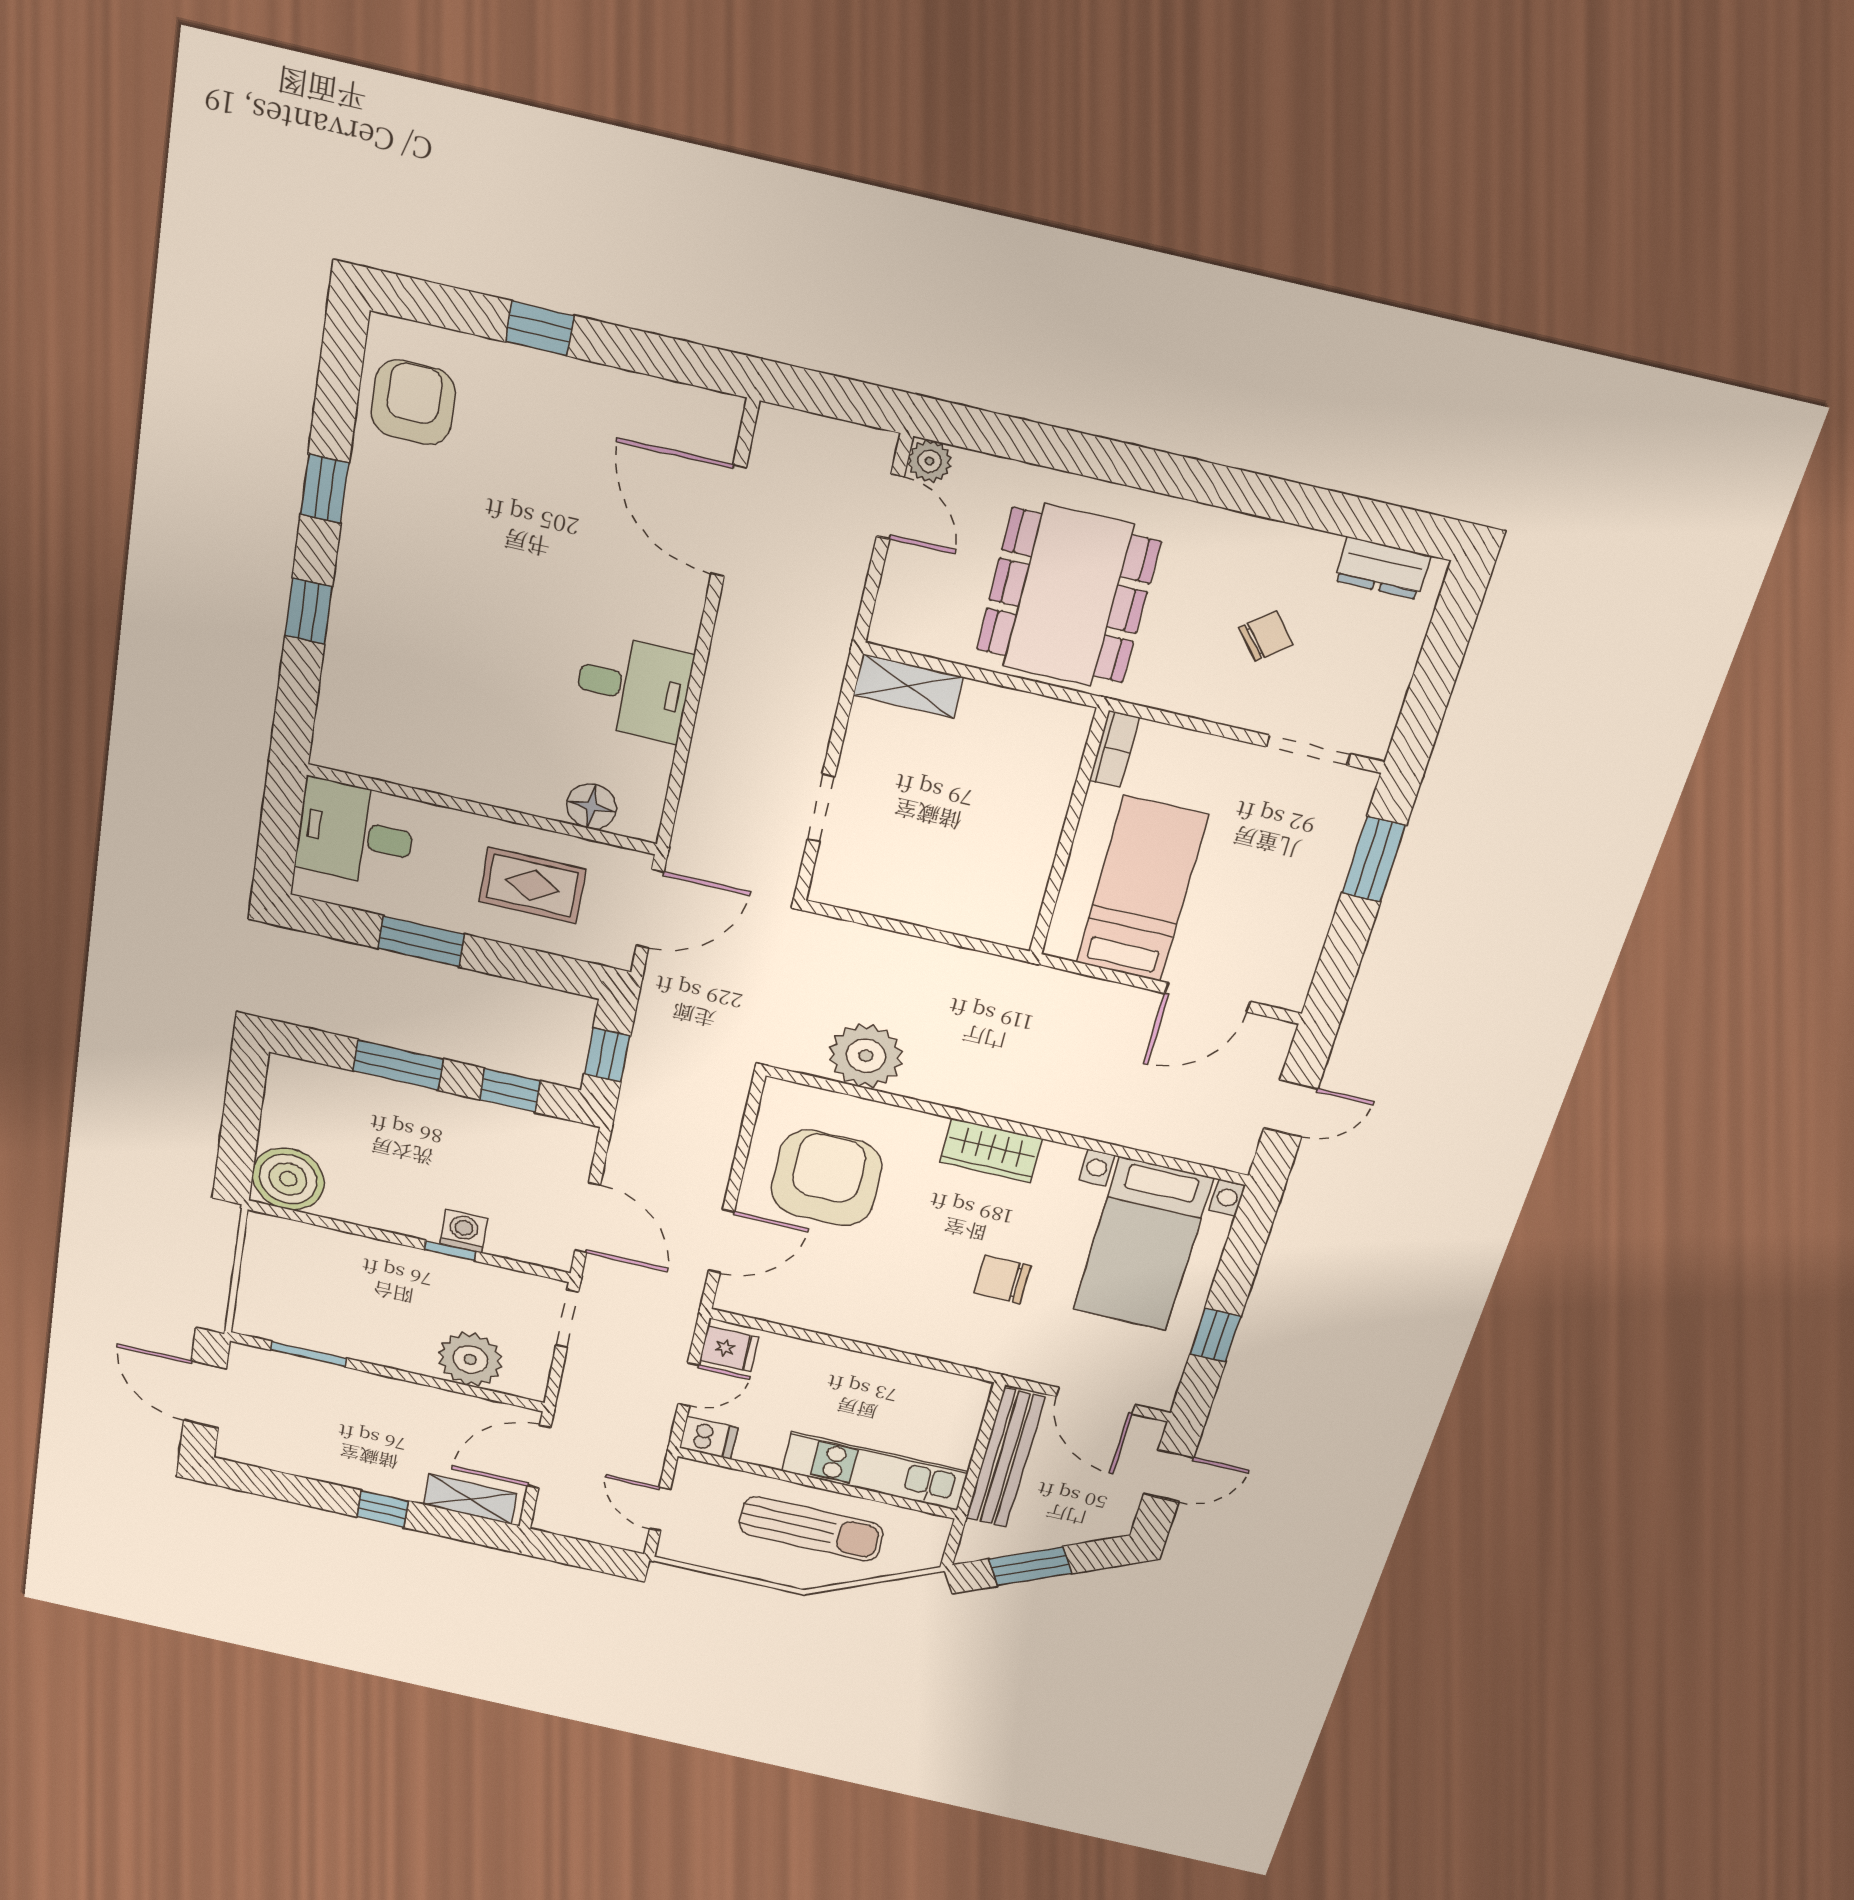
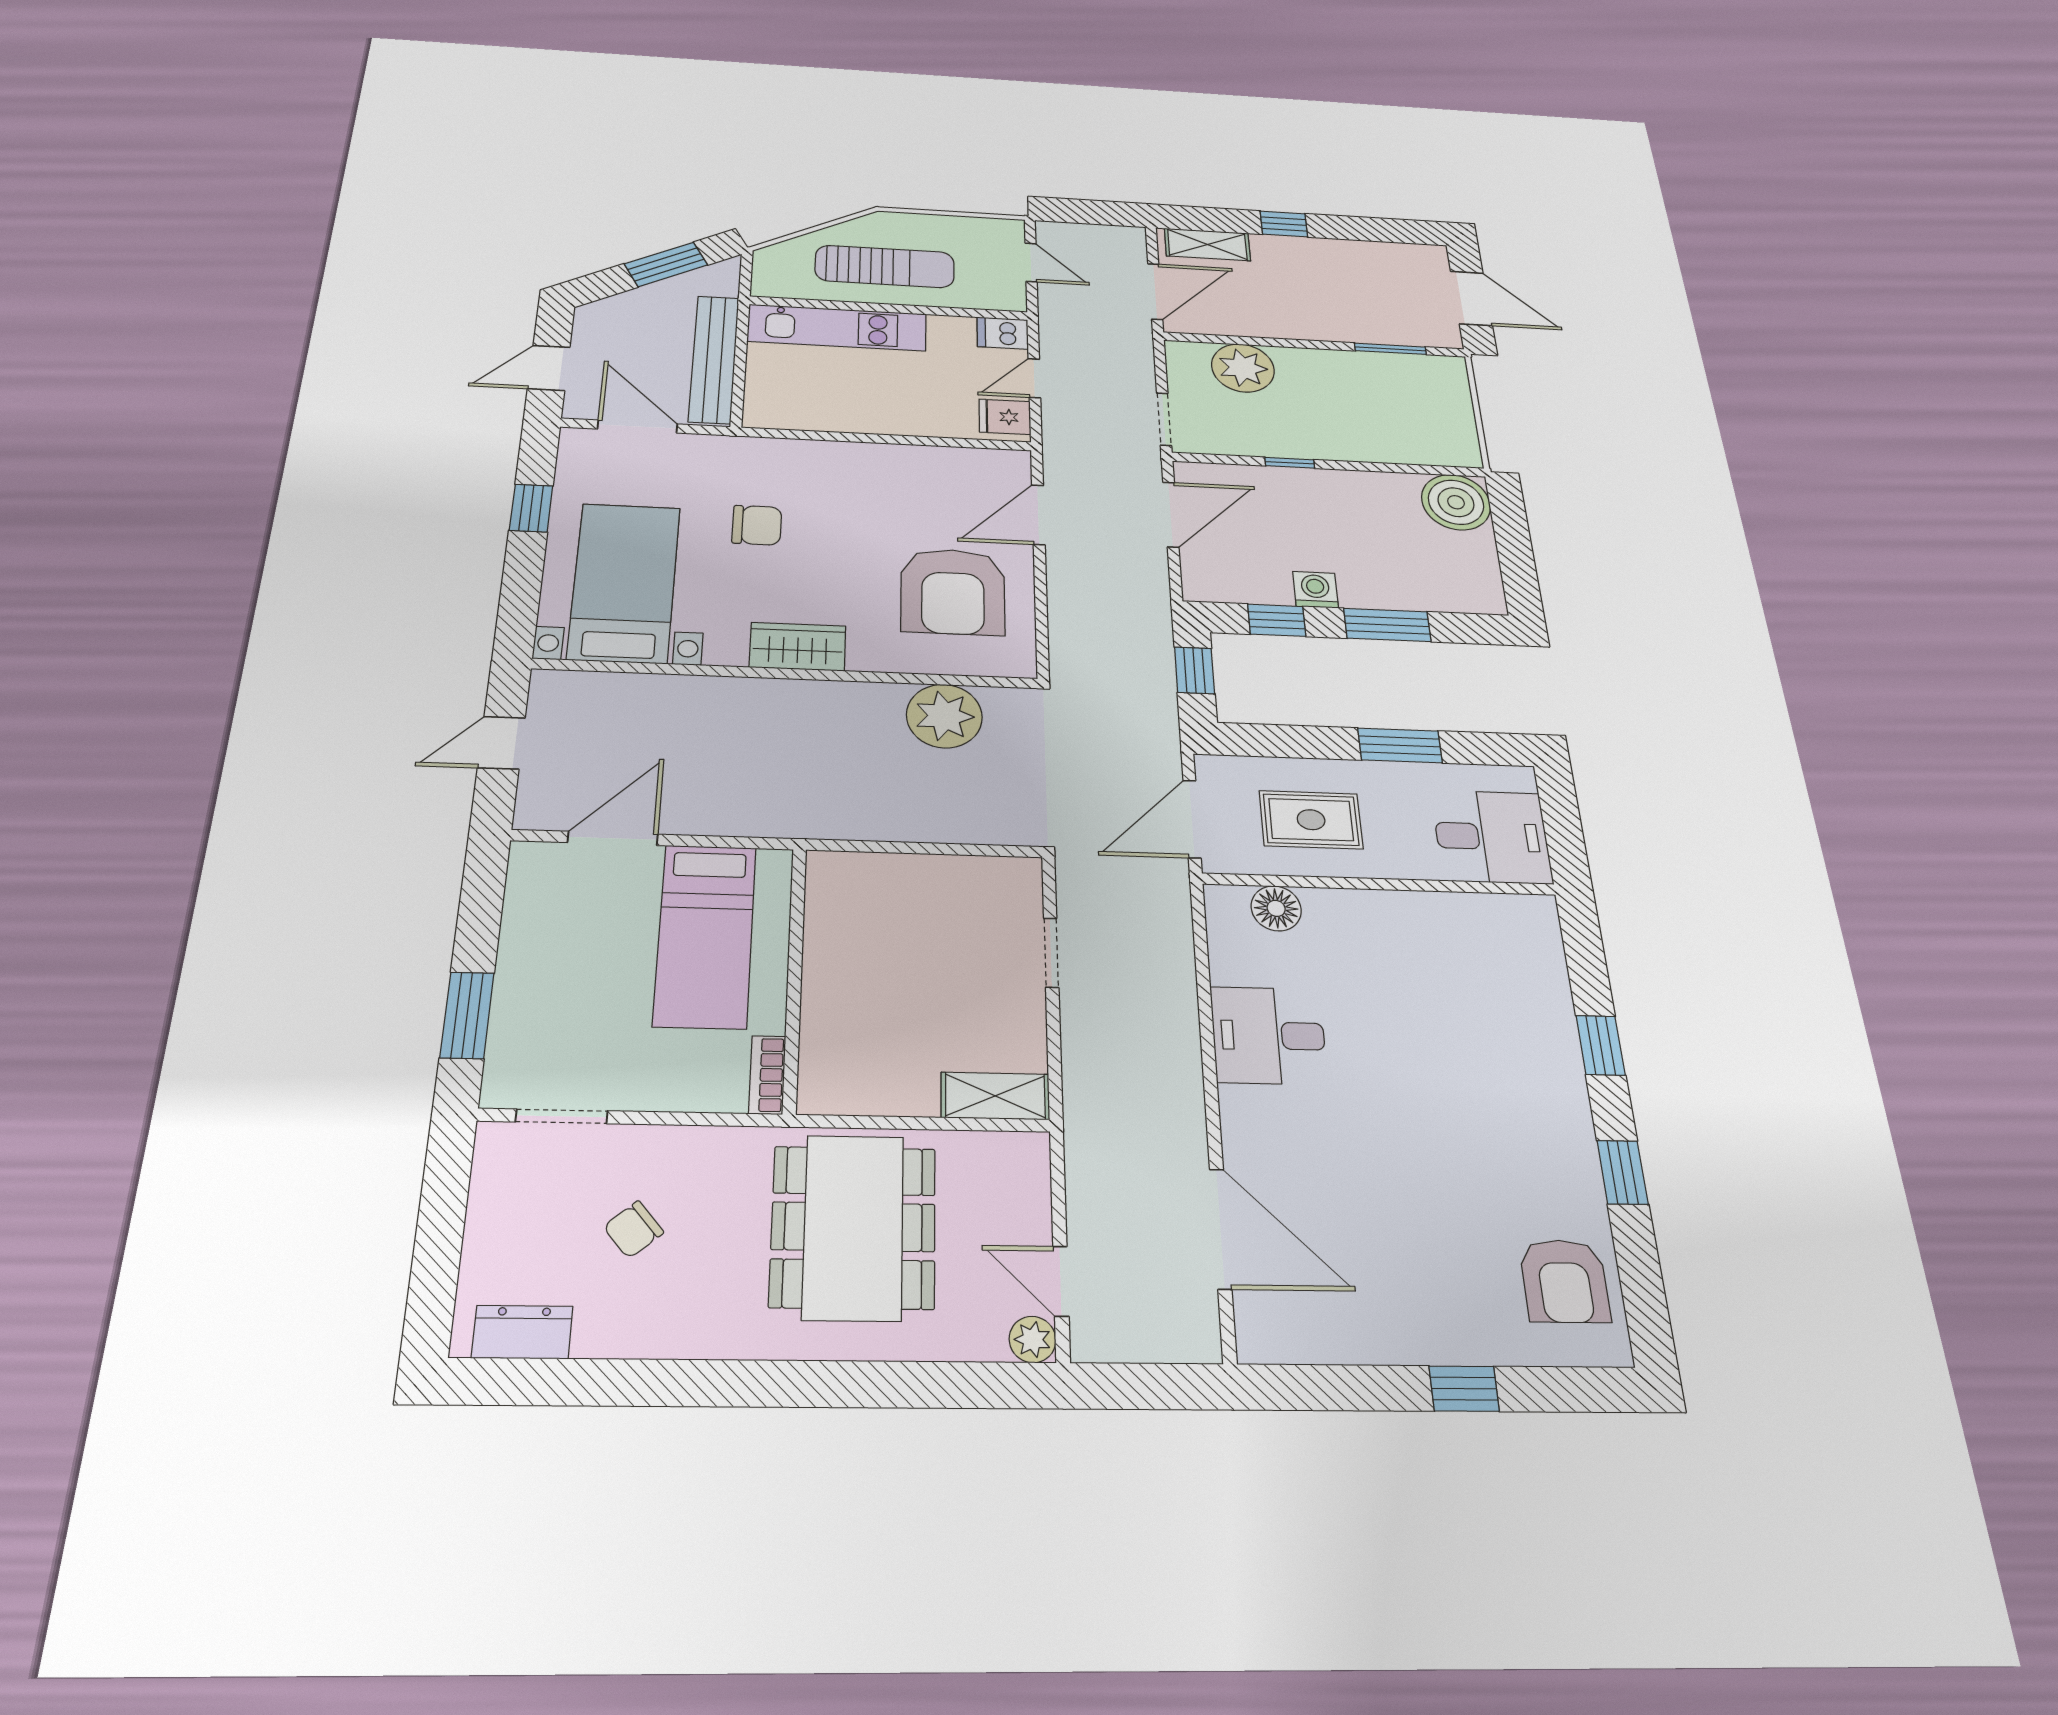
door: (587, 1218) -> (1171, 515), swing flipped
washing machine: (463, 1231) -> (1315, 590), moved, turned 180
sun lounger: (811, 1529) -> (885, 266), turned 180

